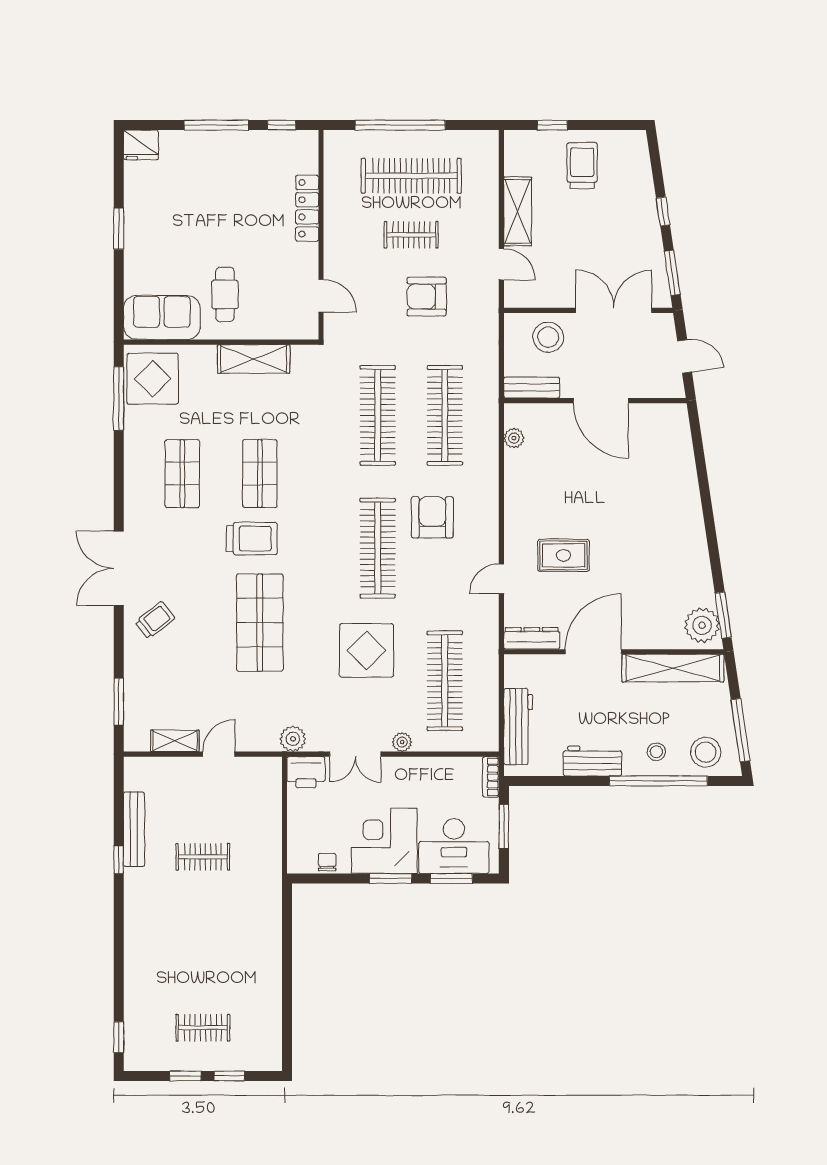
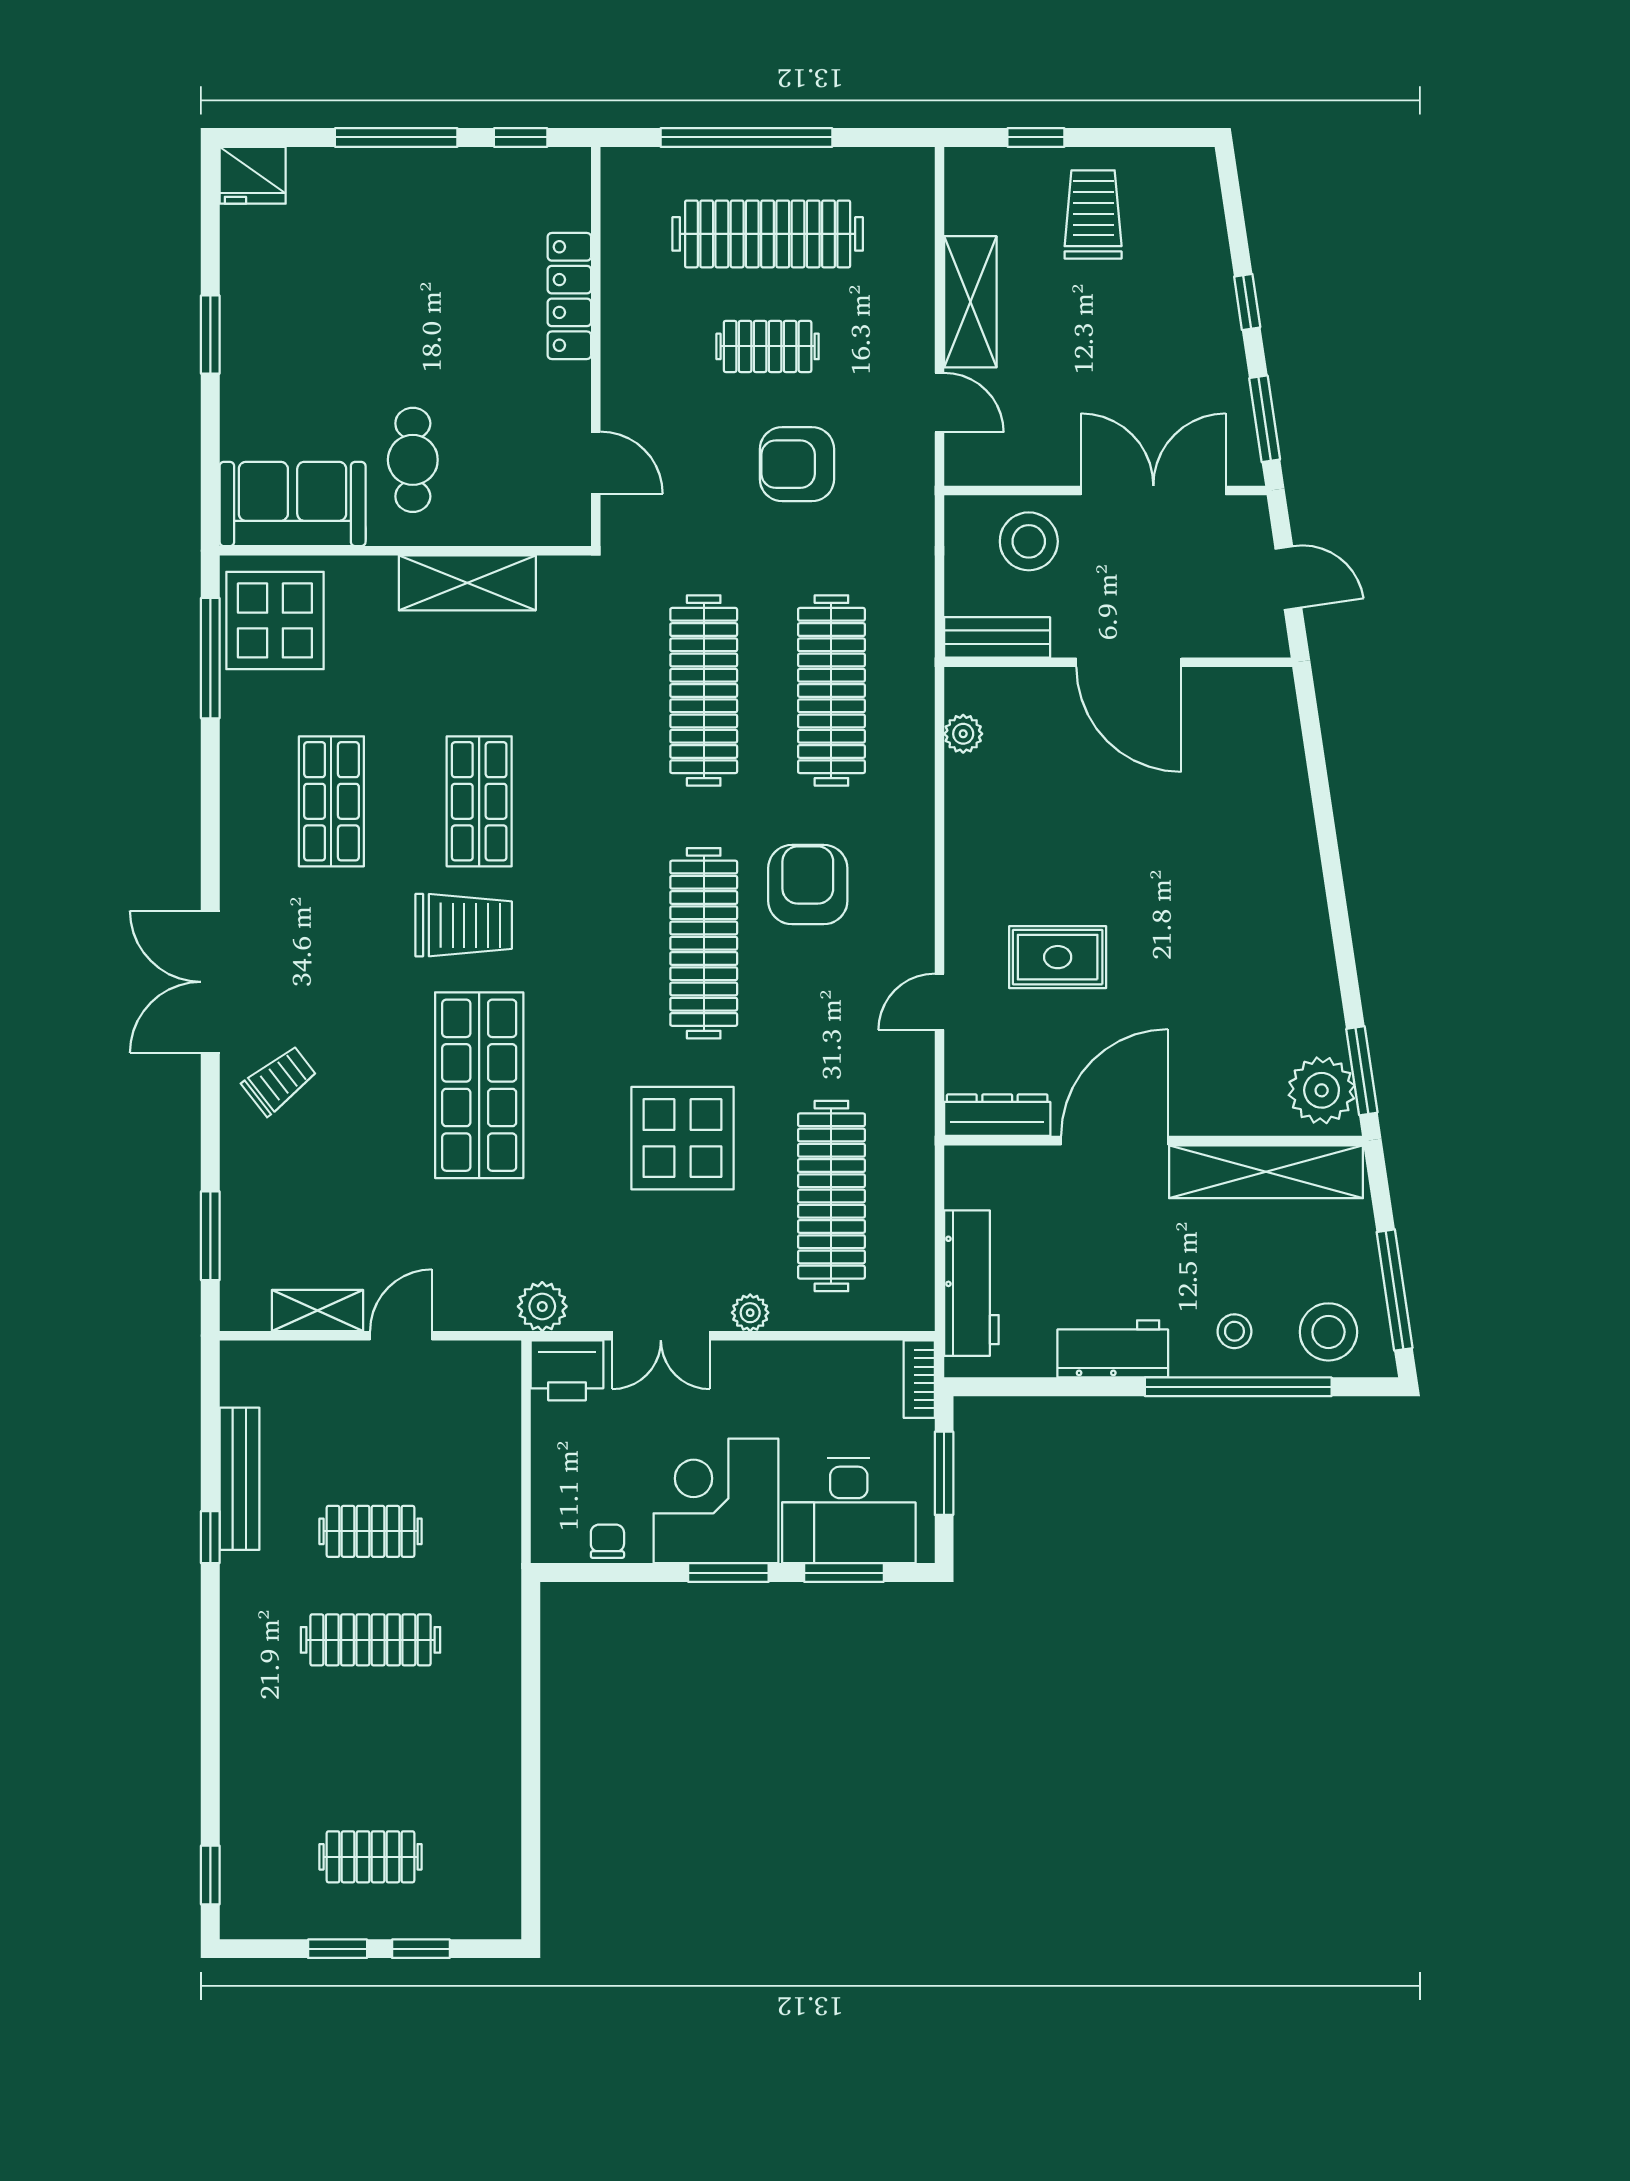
clothes rail: (203, 914) -> (371, 1640), added

